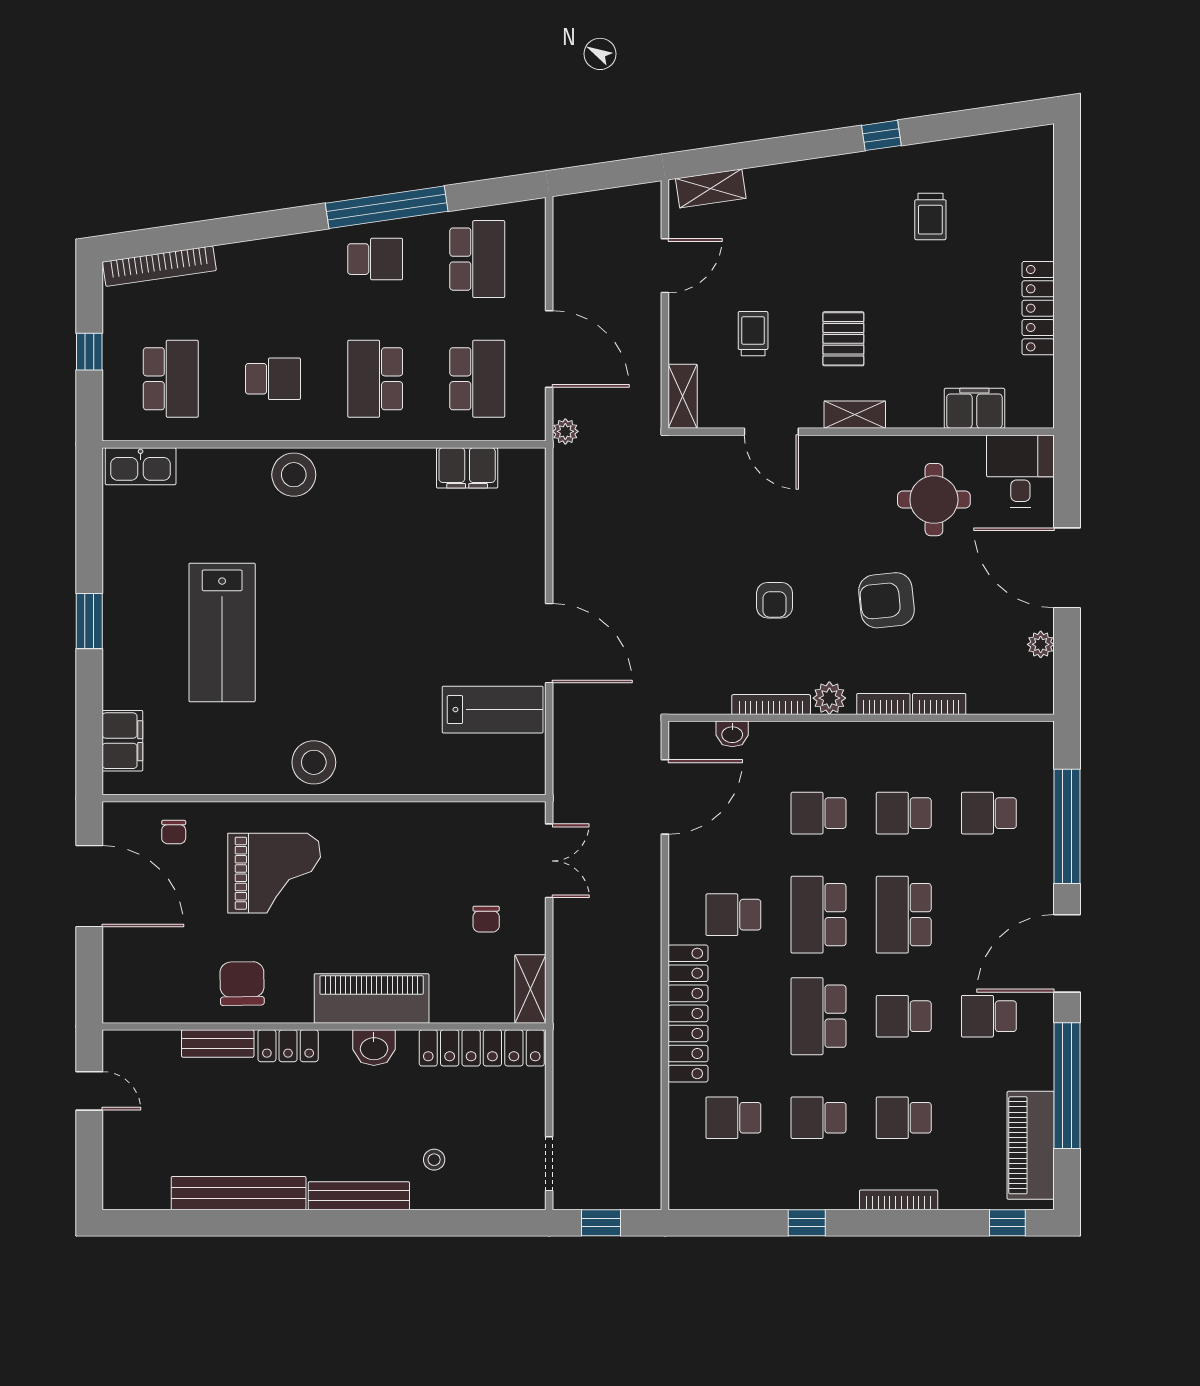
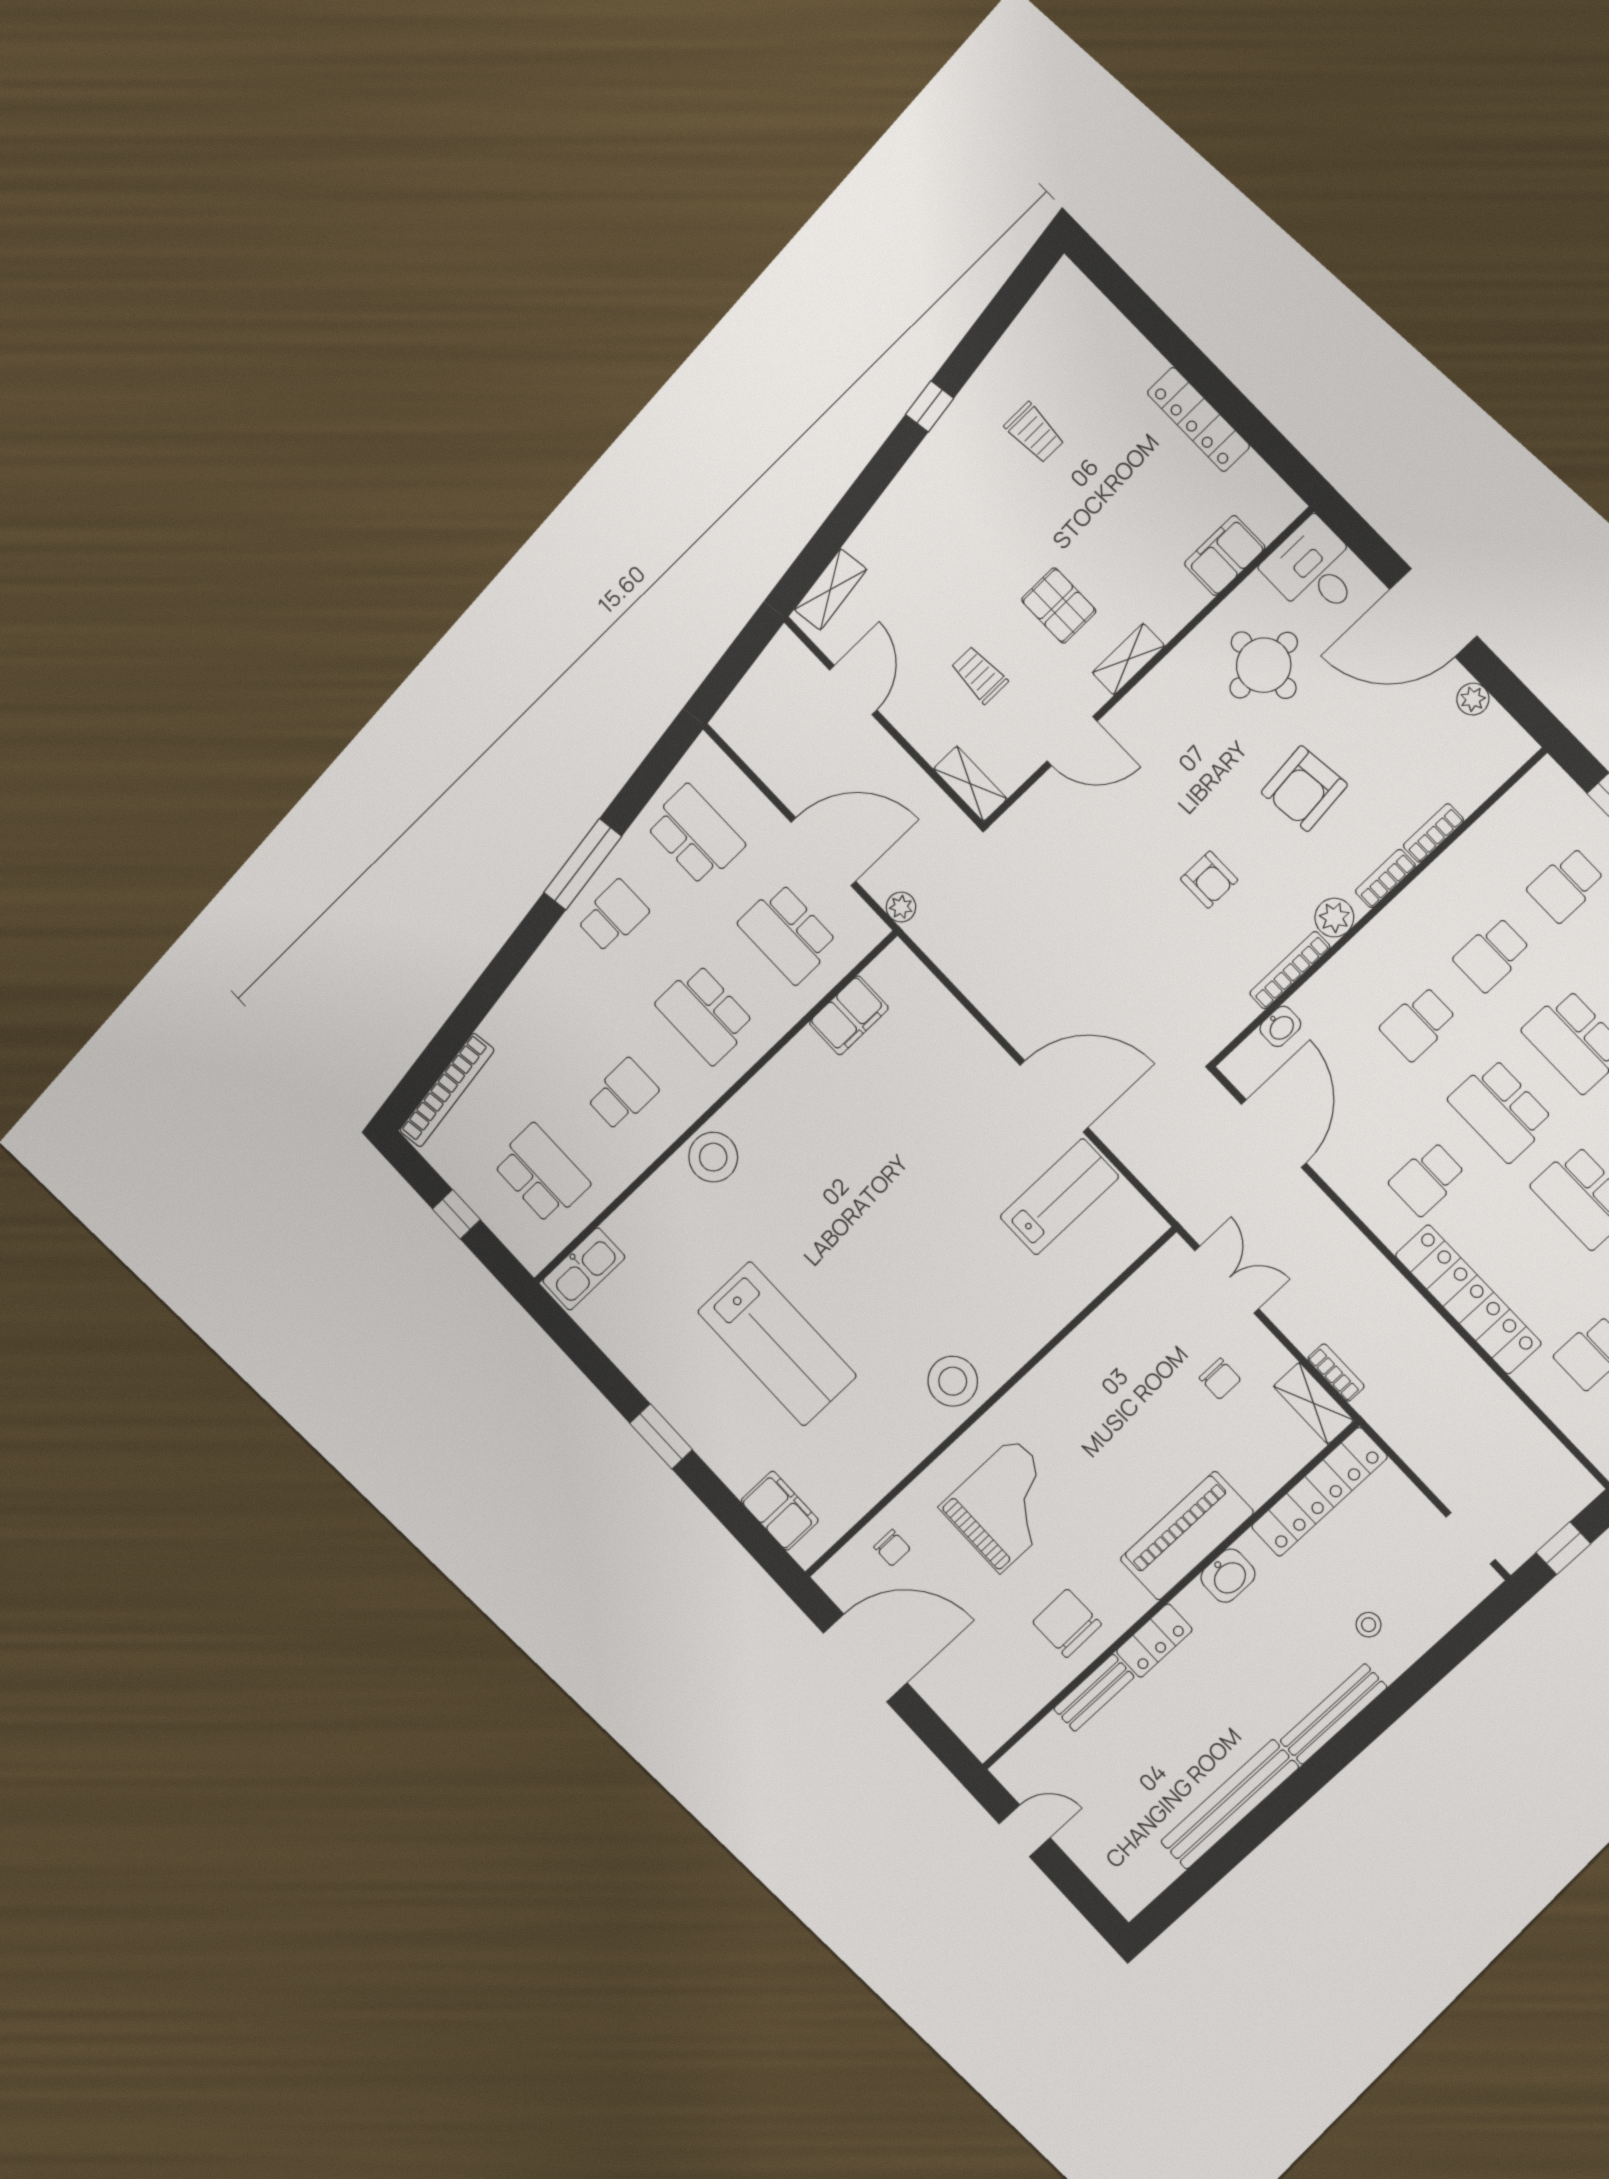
window: (387, 207) -> (583, 864), width x0.68
school desk: (477, 379) -> (788, 933), turned 180
bookcase: (563, 983) -> (1336, 1373), added

